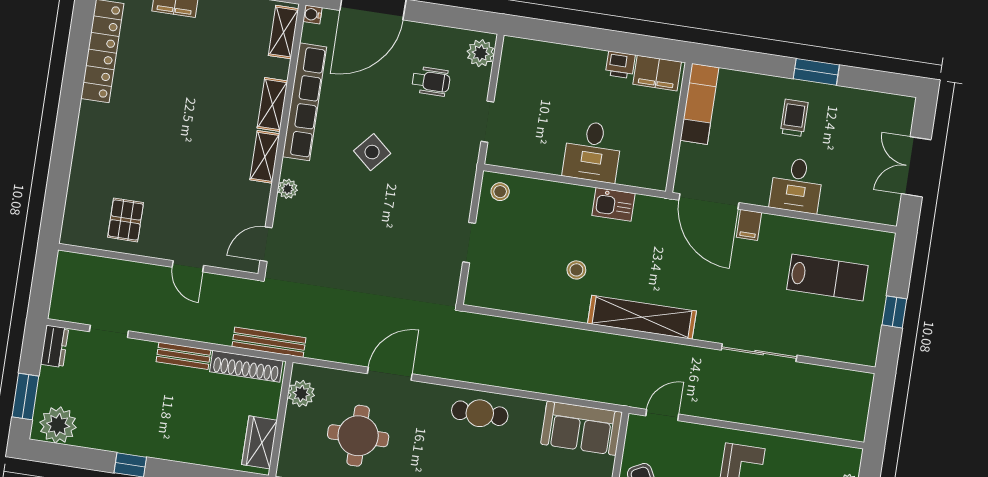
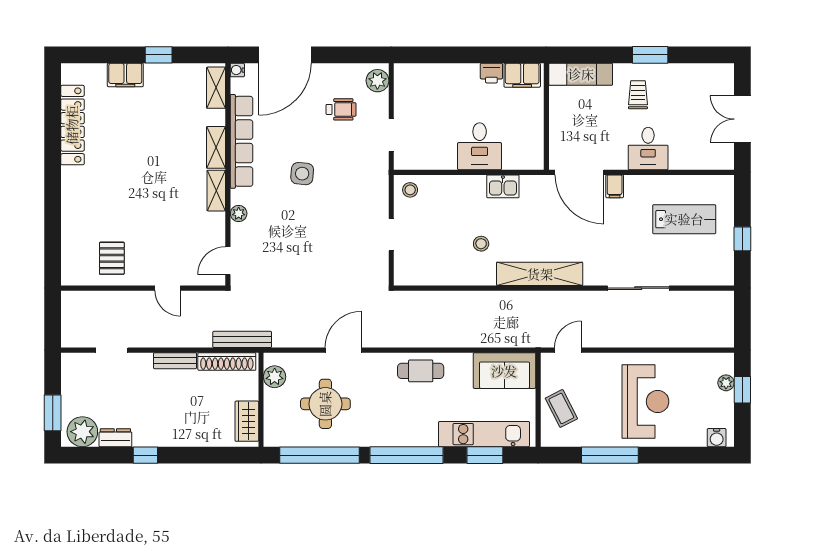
exam couch: (699, 104) -> (581, 74), moved, turned 90
side table: (372, 152) -> (302, 174), turned -36
dresser: (55, 346) -> (115, 438), moved, turned -90

